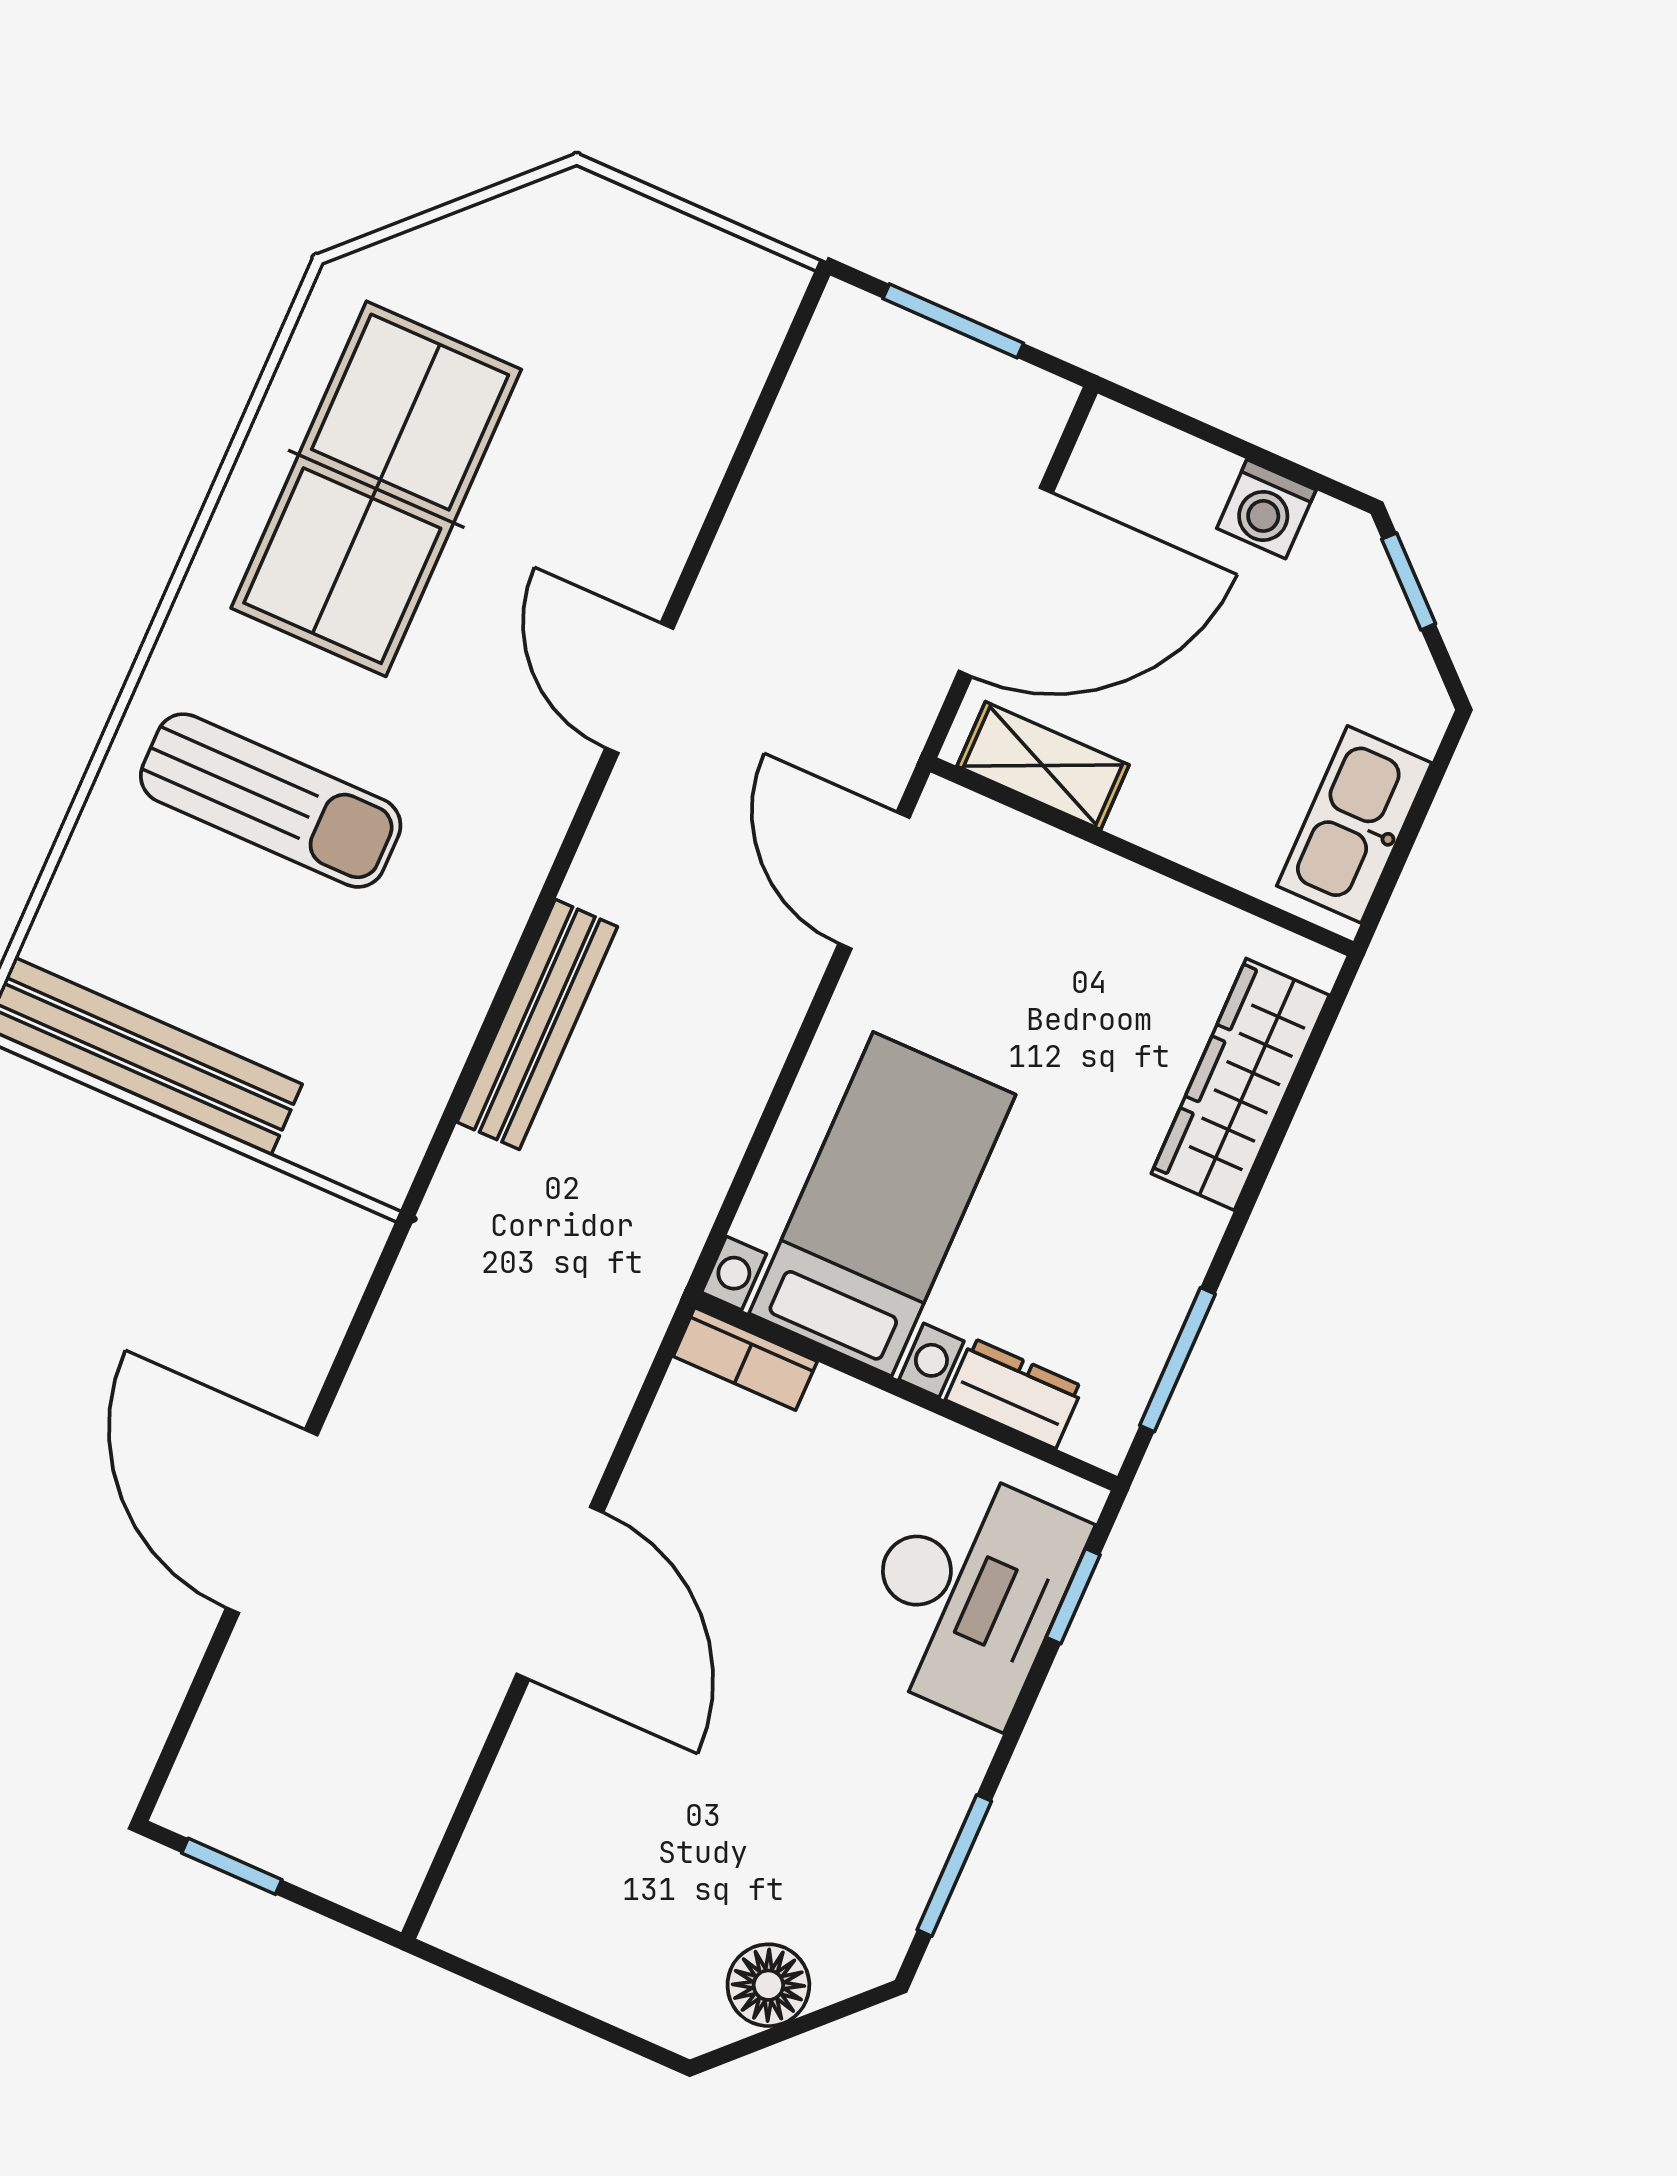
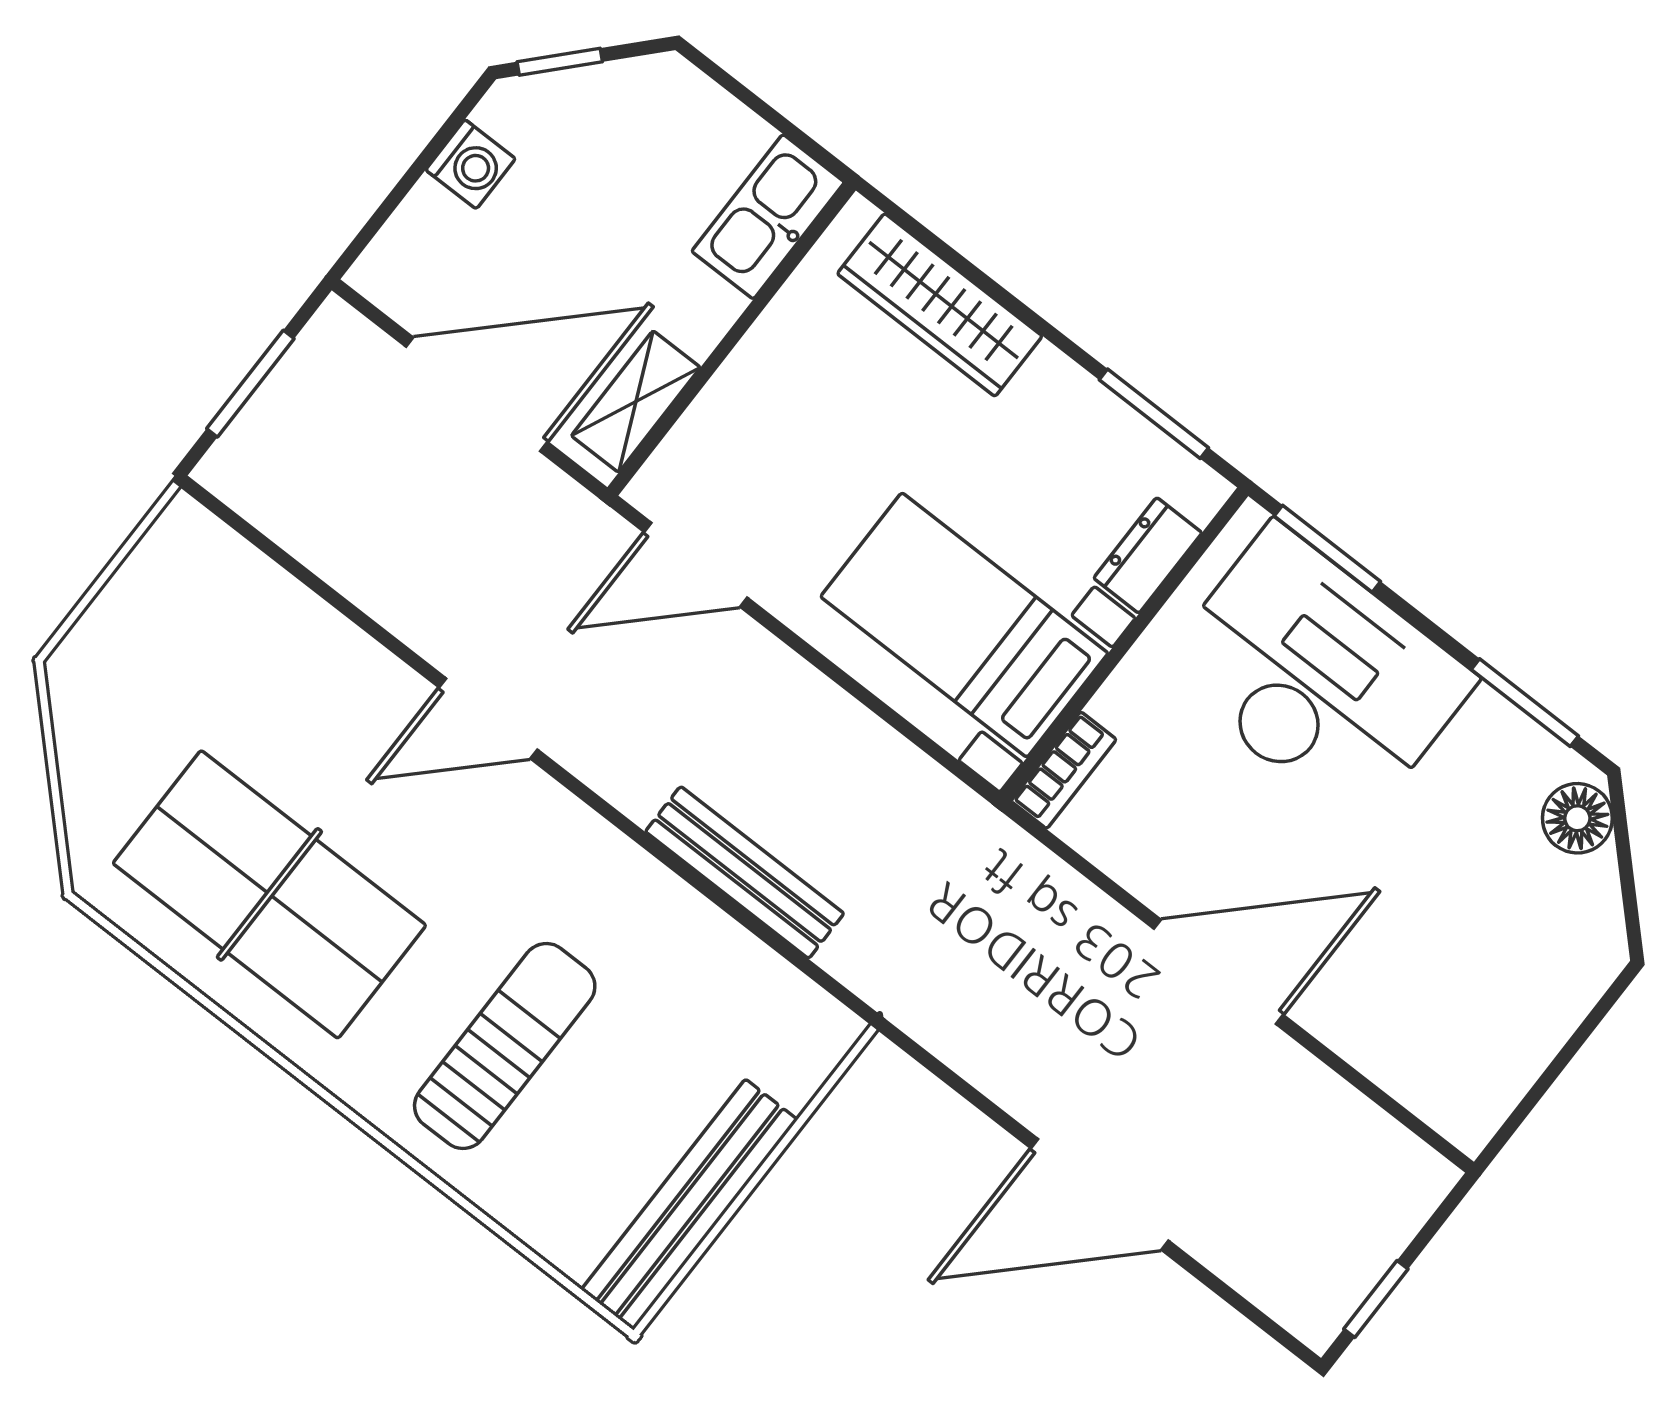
door: (1006, 582) -> (477, 394), hinge flipped
kitchen sink: (1354, 824) -> (768, 217), moved, turned 90
desk: (968, 1593) -> (1317, 675), width x1.36, depth x1.30
window: (1073, 1596) -> (1327, 549), width x1.50
floor lamp: (768, 1985) -> (1577, 818), moved

